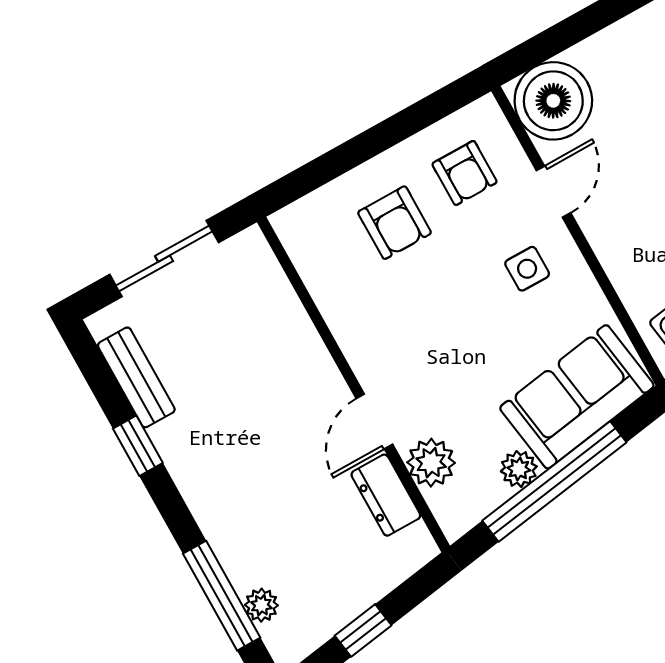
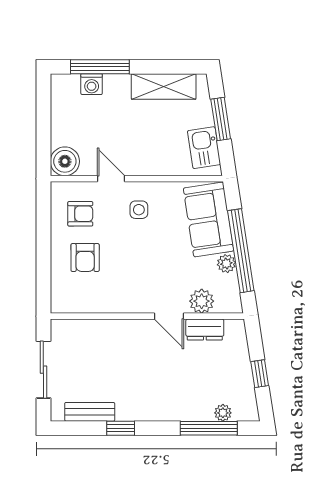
boiler: (553, 101) -> (65, 161), width x0.73, depth x0.73
armchair: (395, 223) -> (85, 258), turned 90

